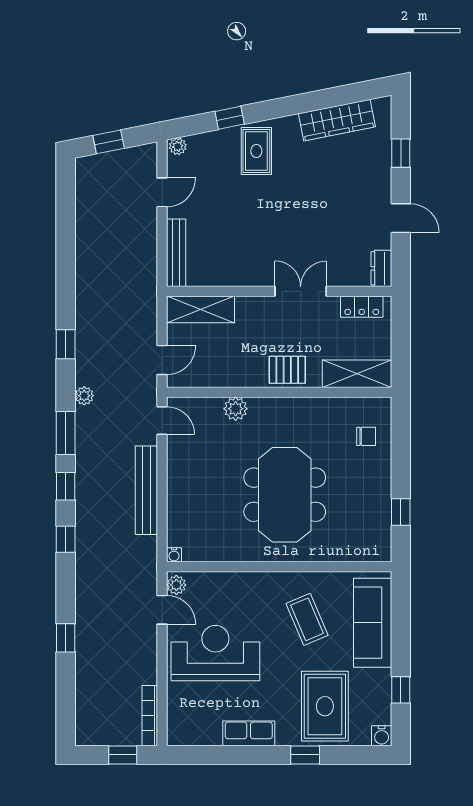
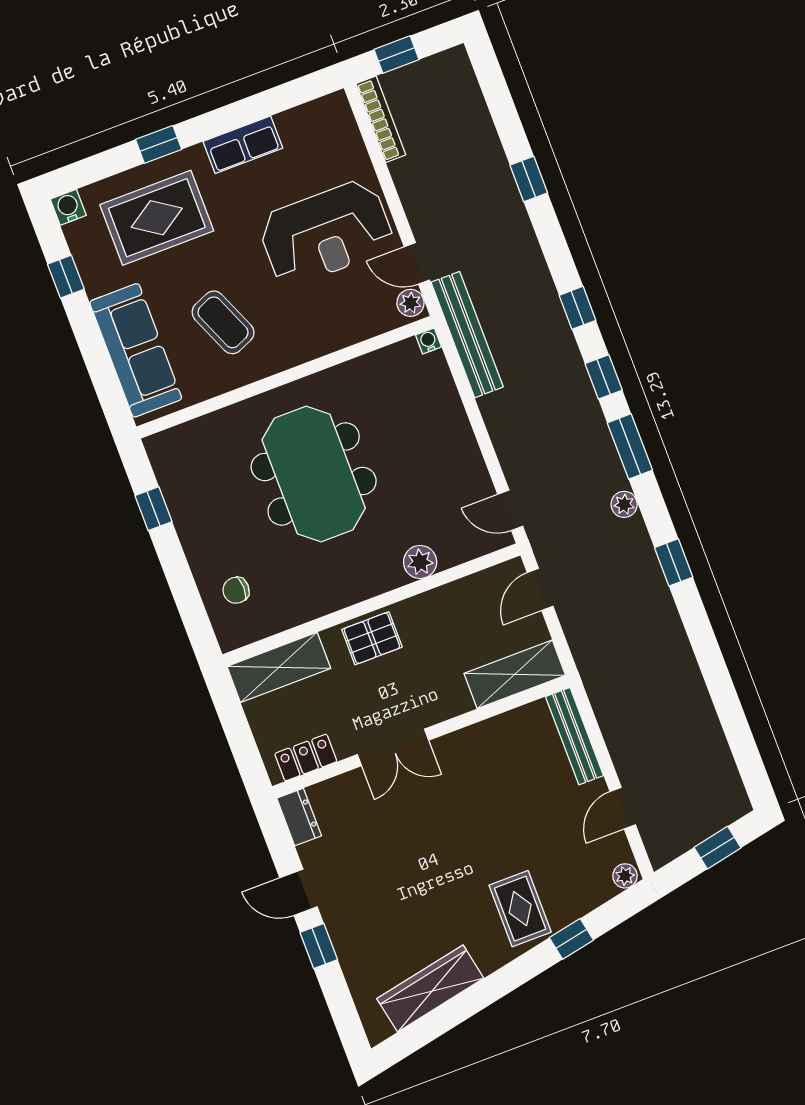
window: (401, 153) -> (319, 946), moved
bench: (146, 490) -> (467, 335), moved
rug: (325, 706) -> (157, 218), turned 90

